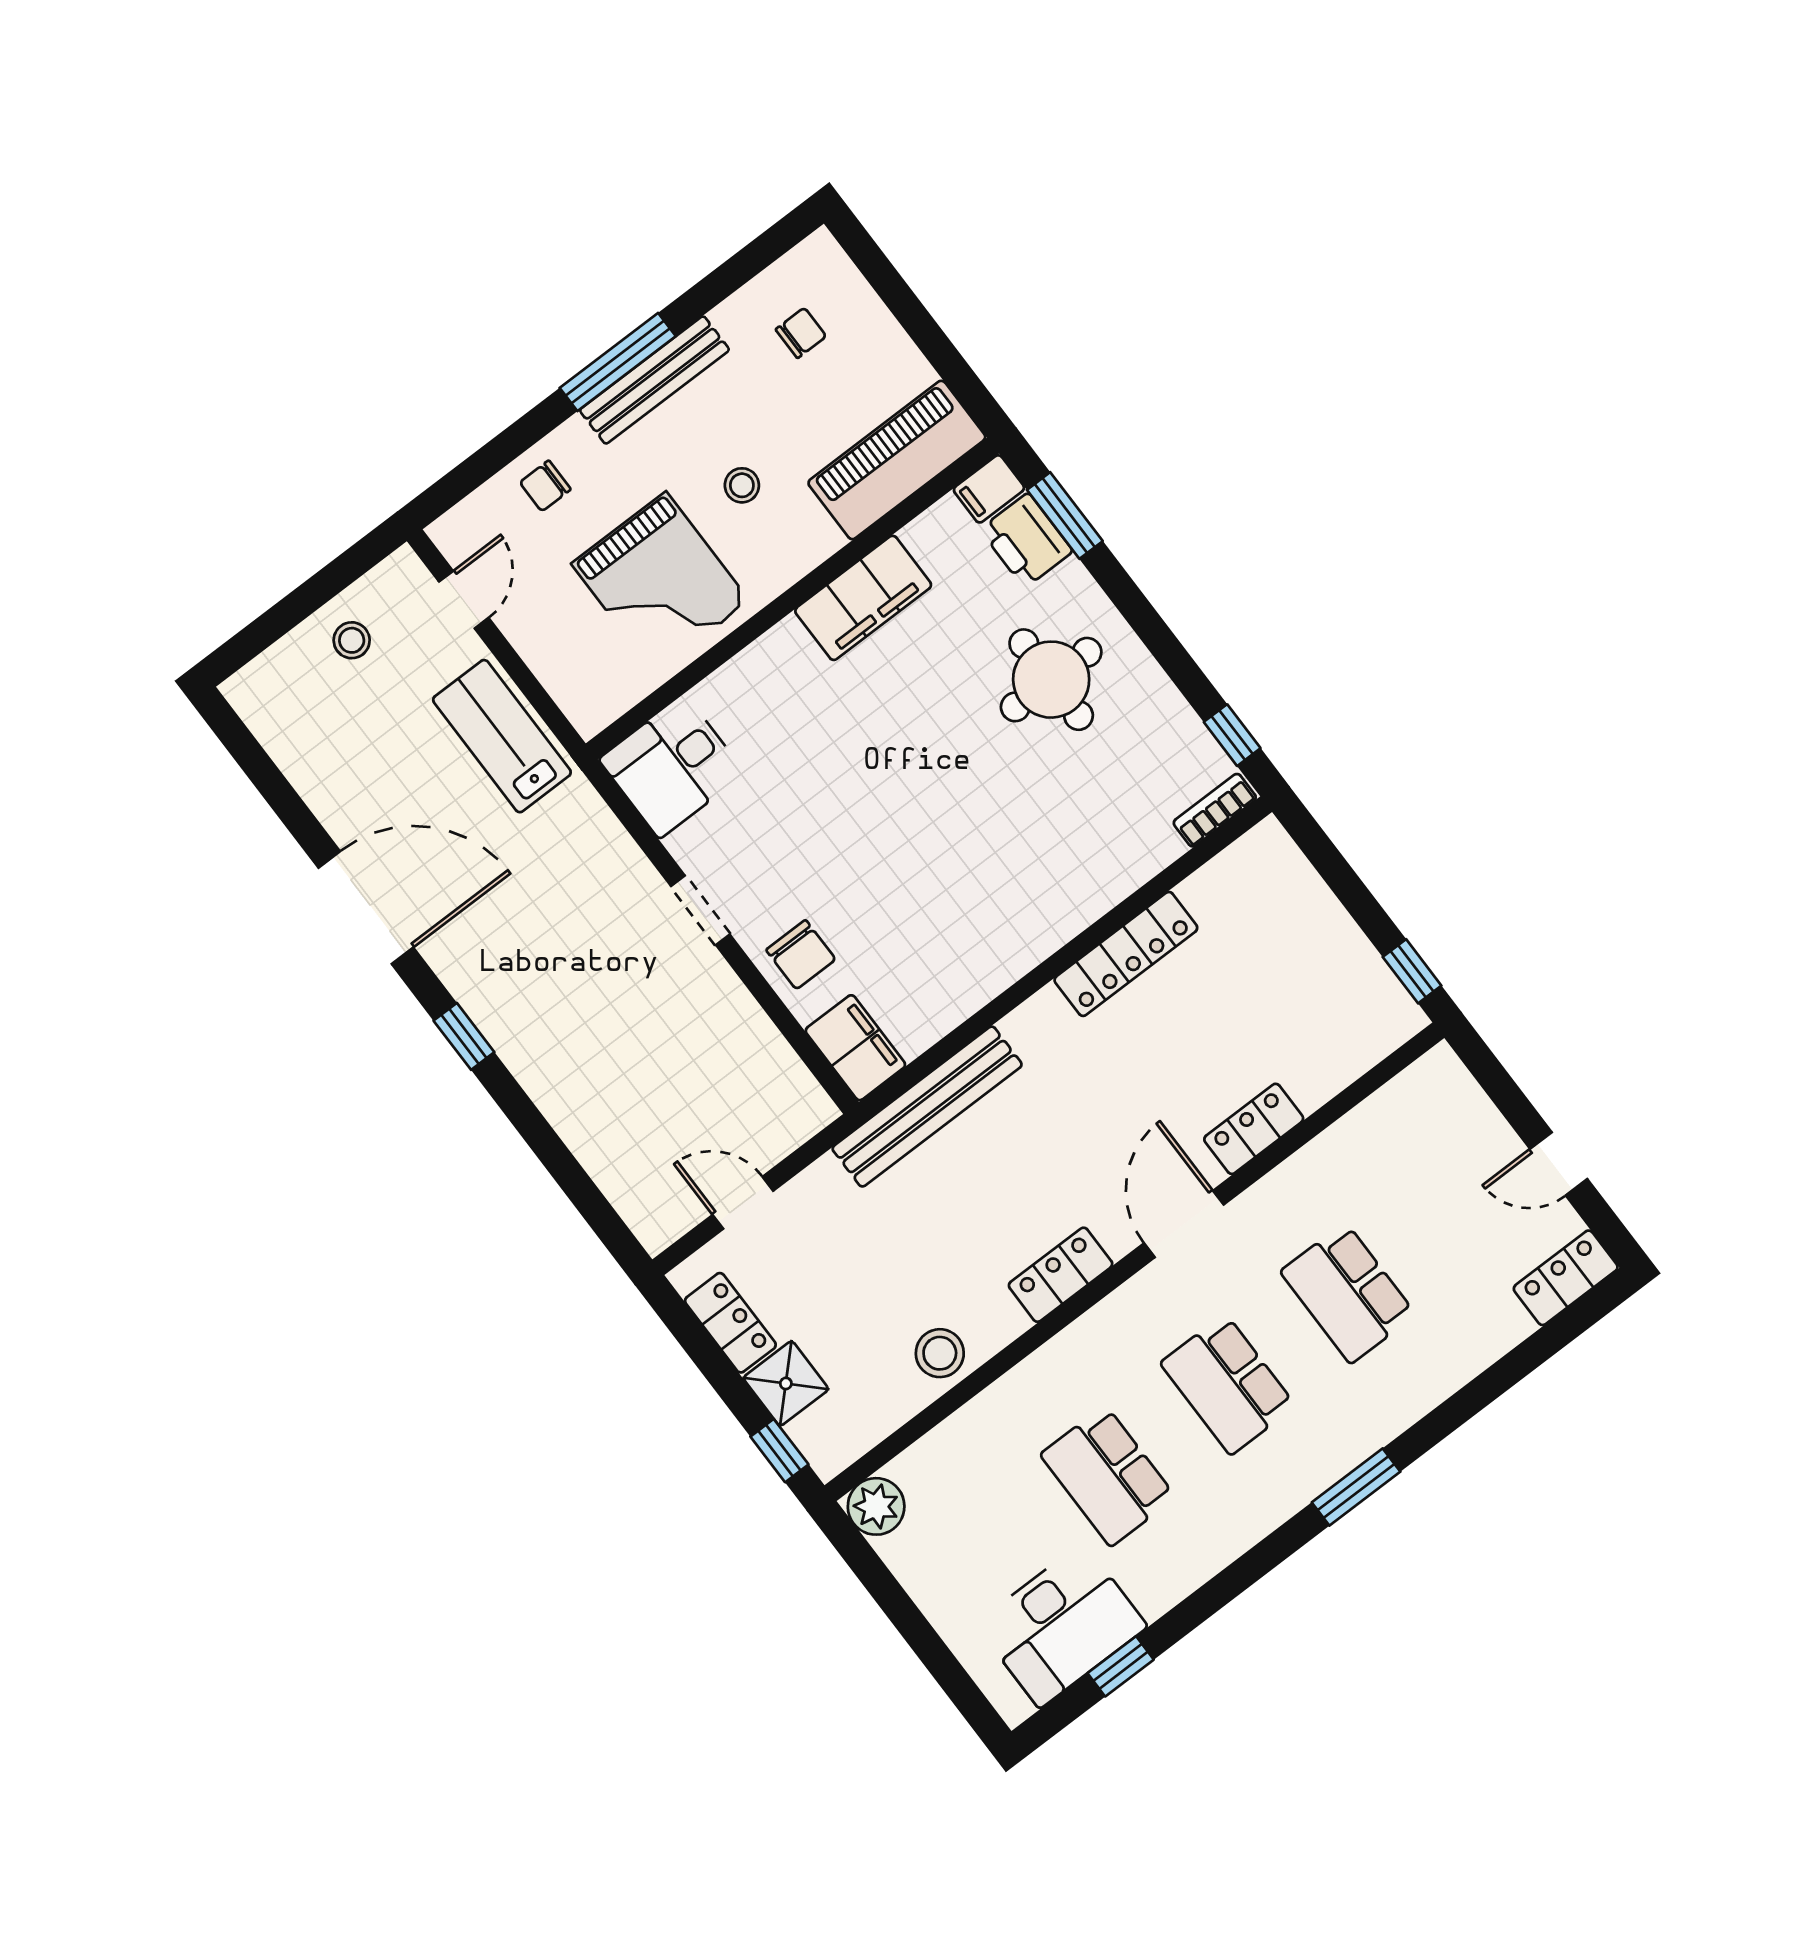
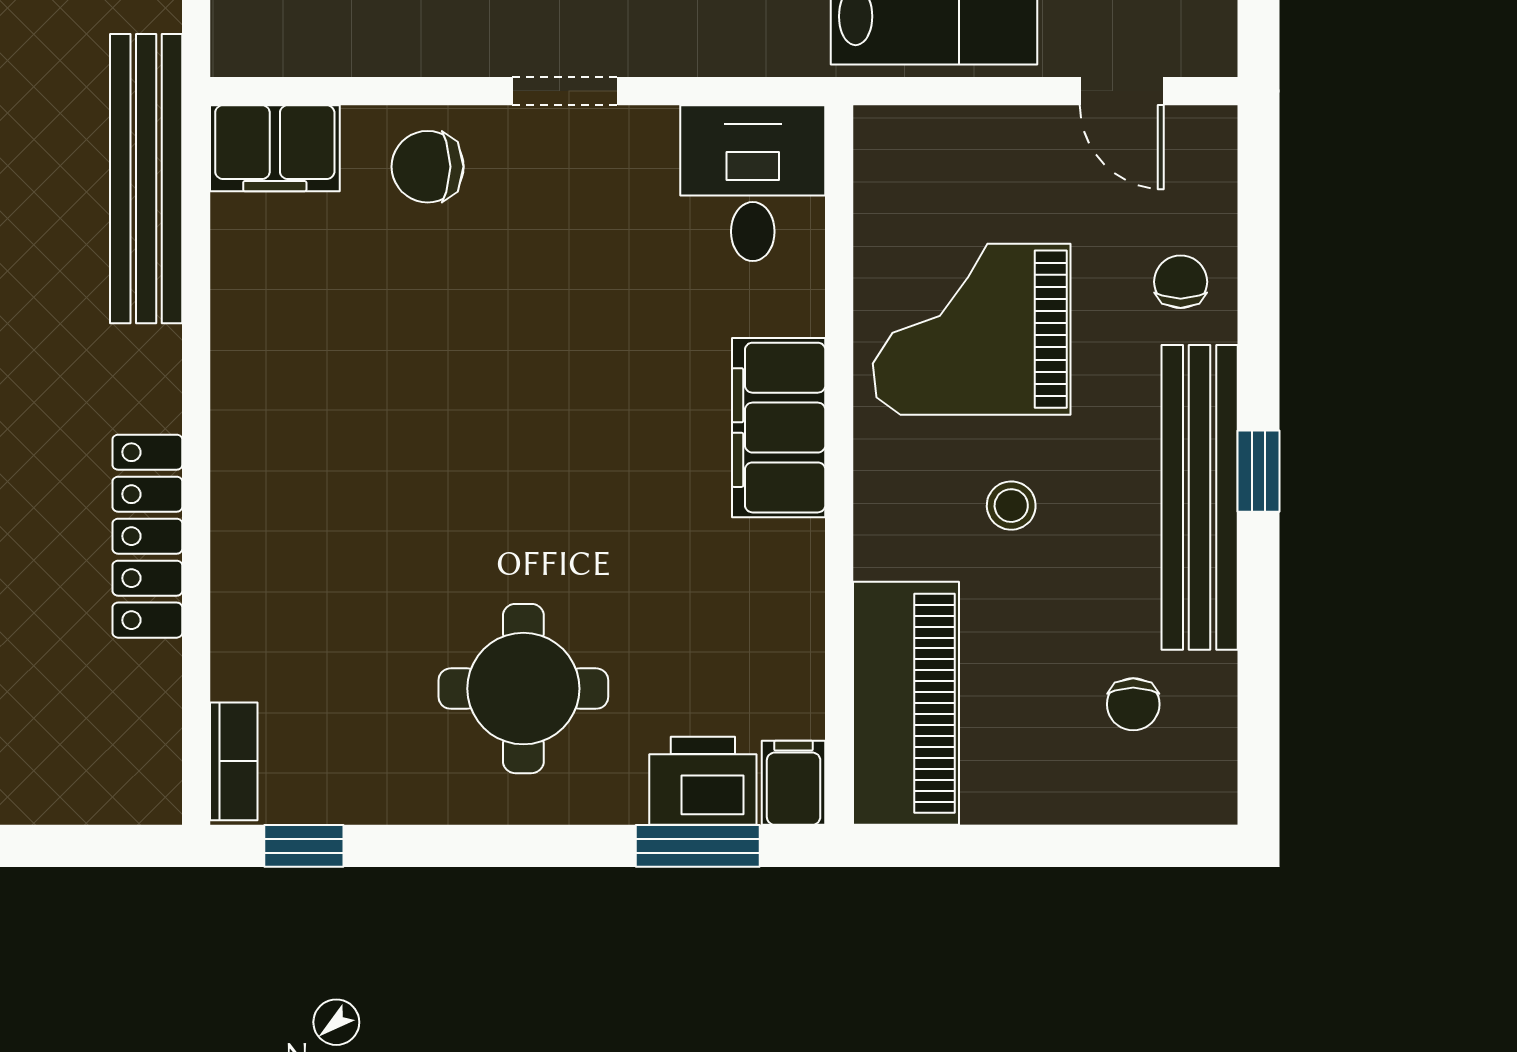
window: (618, 362) -> (1258, 471), width x0.46
bench: (655, 380) -> (1200, 497), width x1.37, depth x1.21
filing cabinet: (863, 598) -> (779, 428), moved

